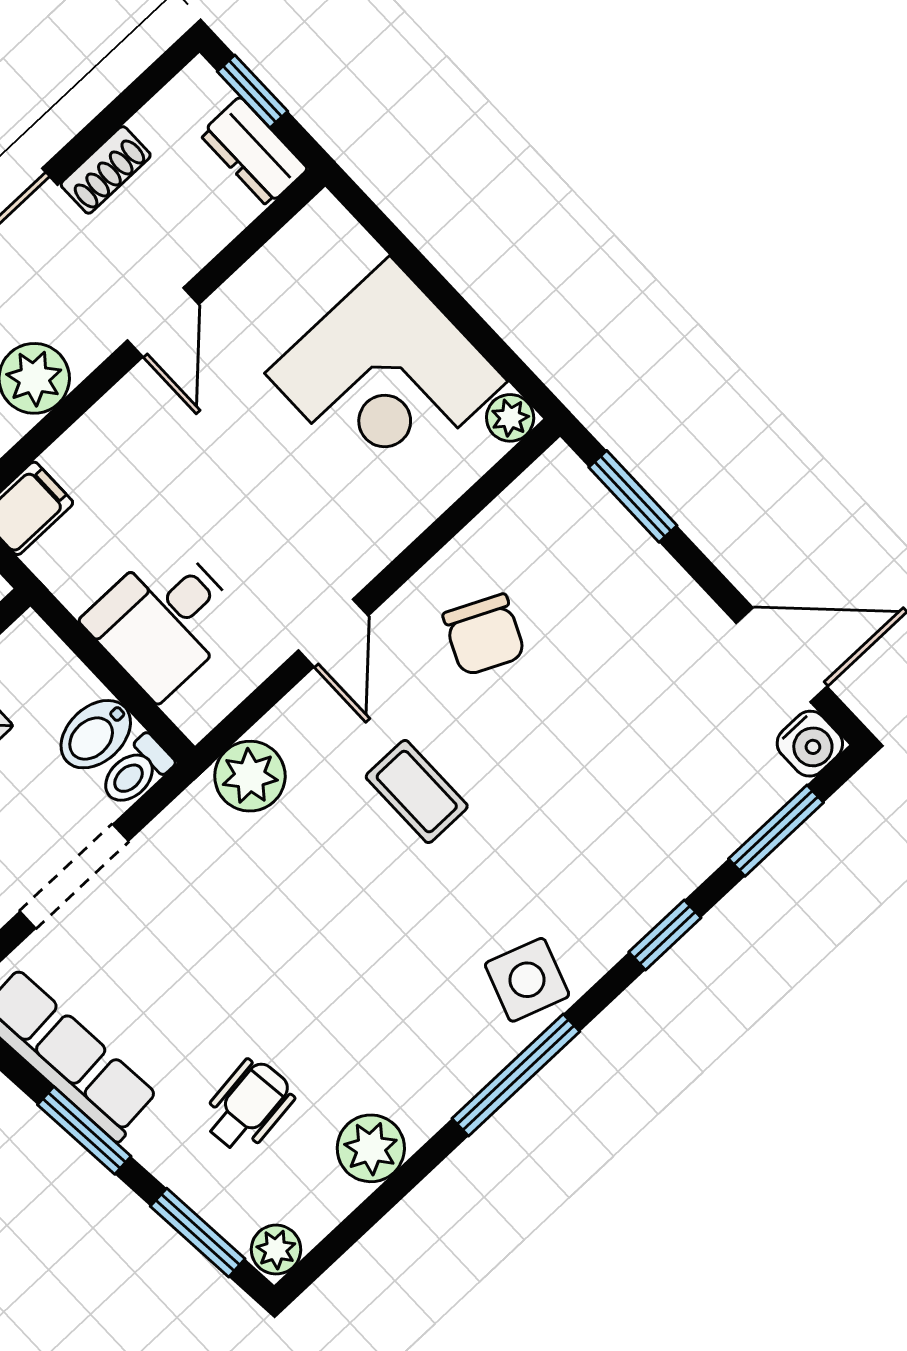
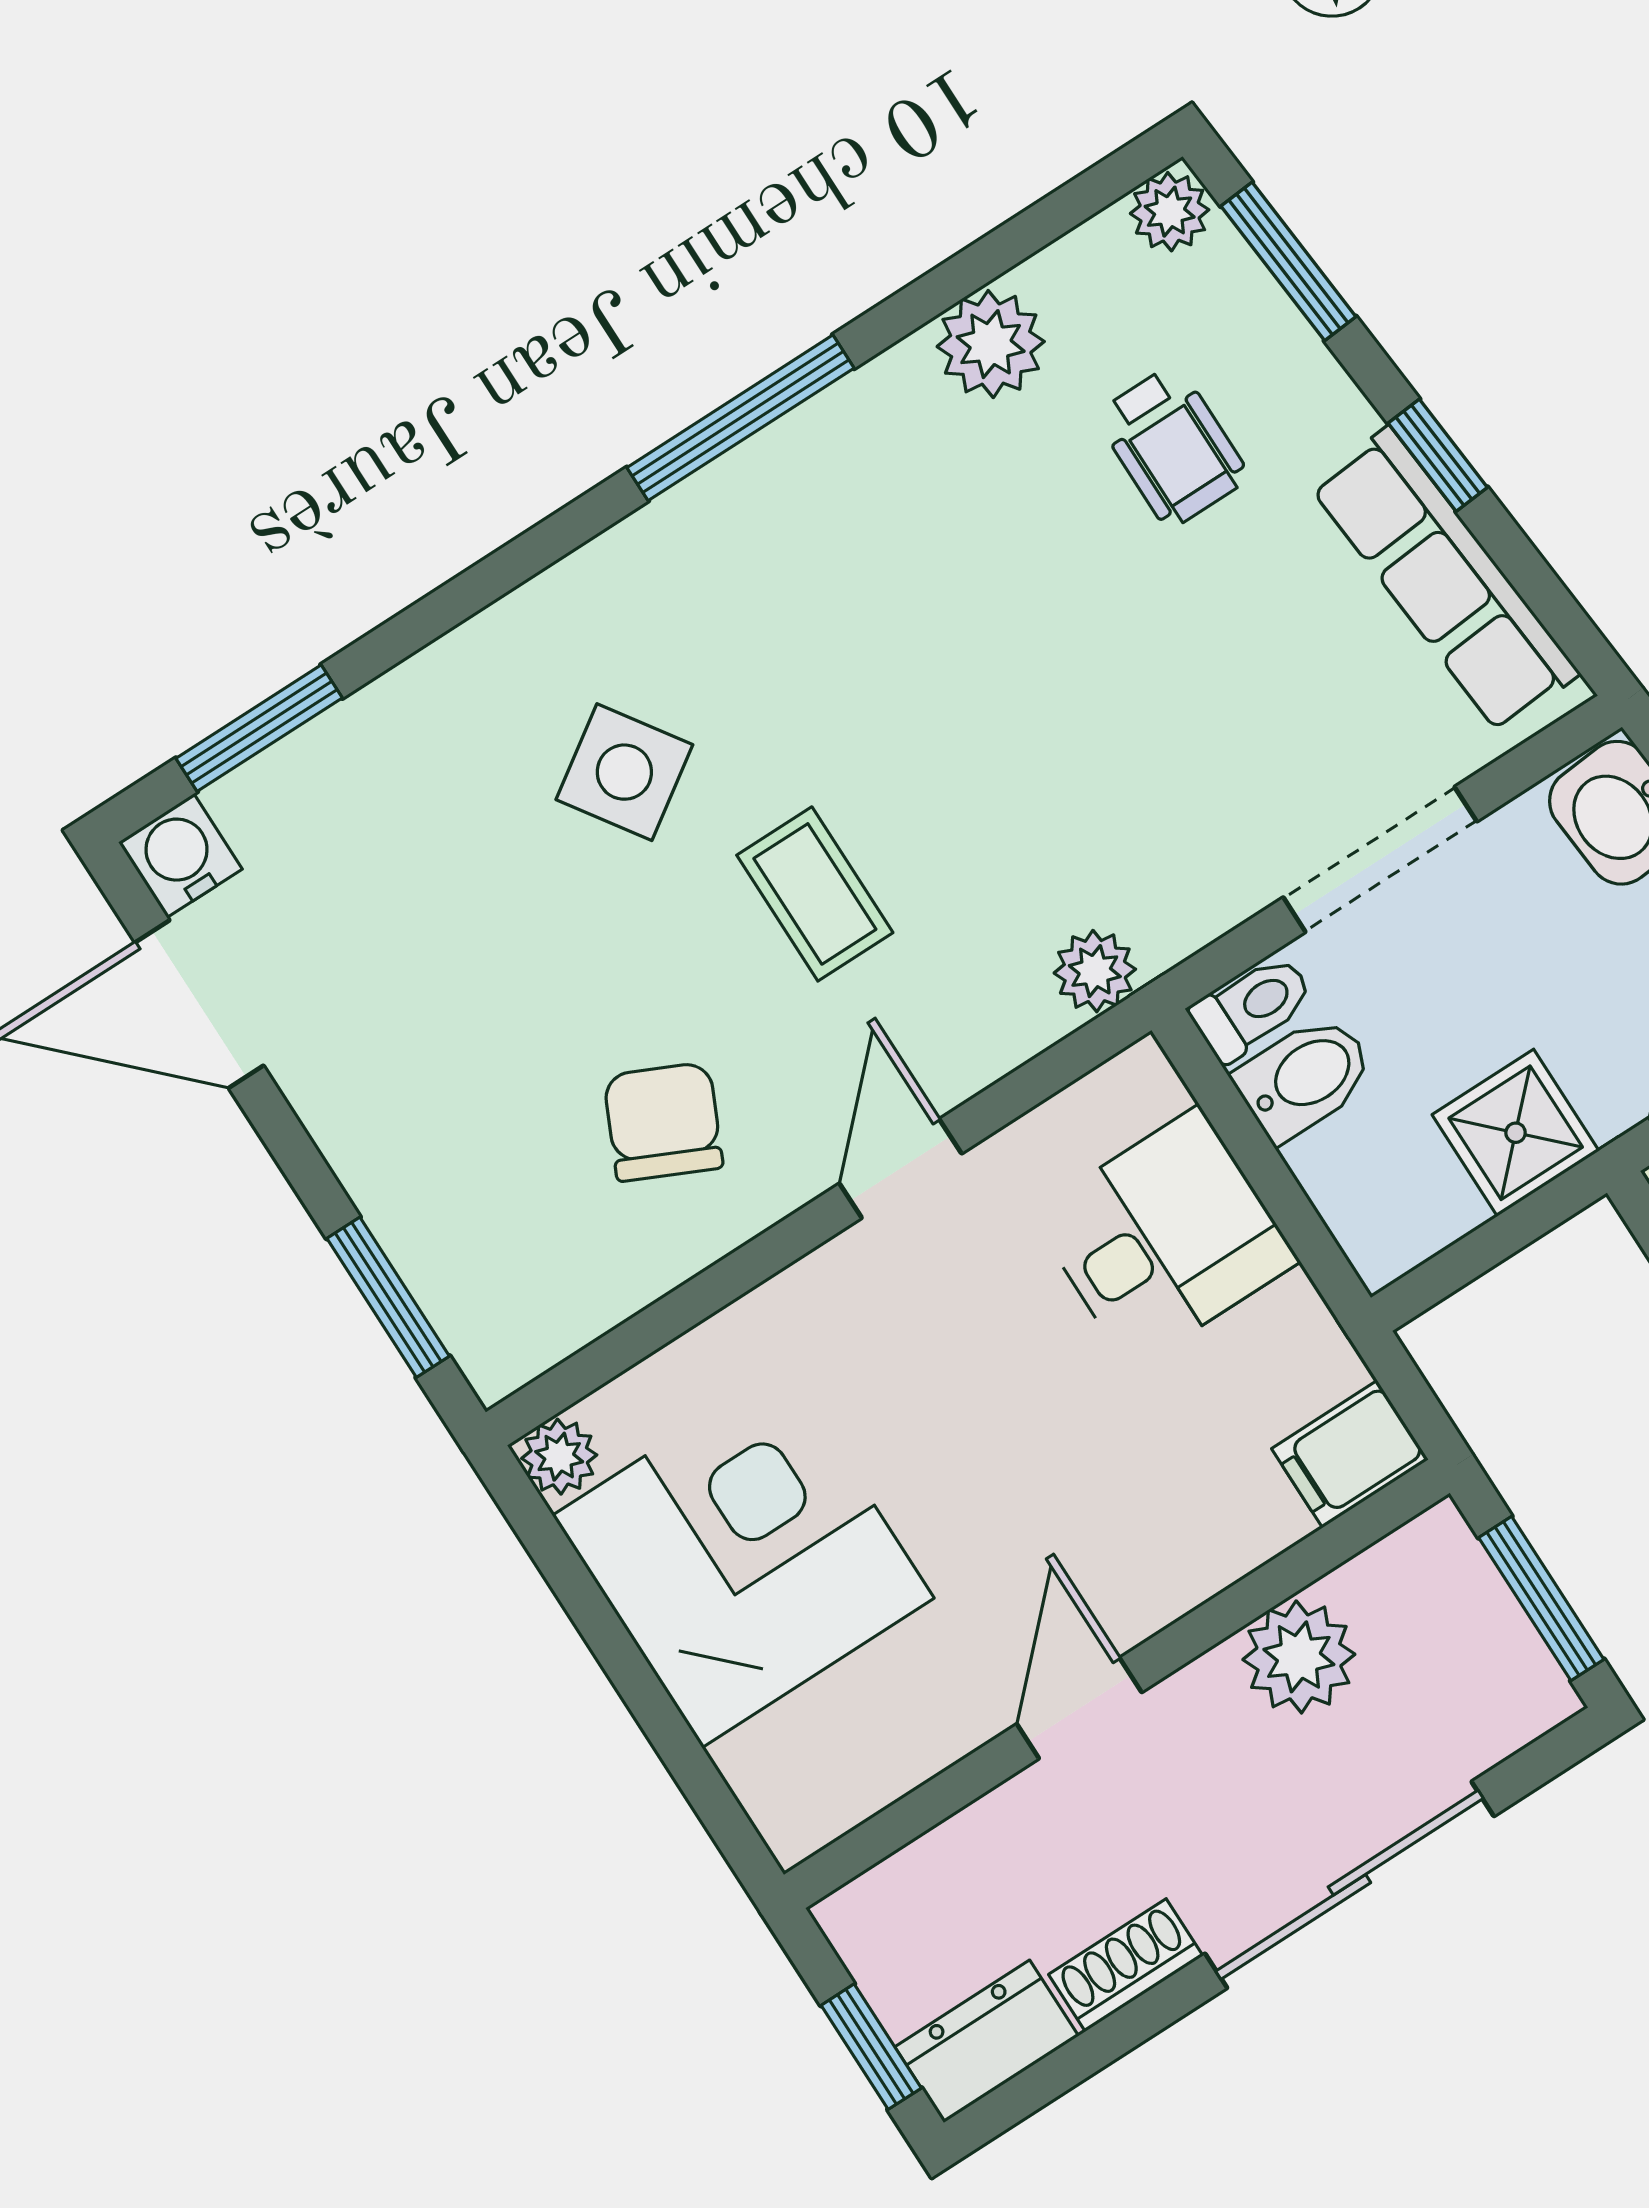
dresser: (254, 152) -> (987, 2041), moved, turned -90
plant: (250, 776) -> (1095, 971), width x0.73, depth x0.73
window: (665, 935) -> (465, 596), removed
side table: (527, 980) -> (624, 772), moved, turned 37
wheelchair: (248, 1106) -> (1172, 446), turned -83
window: (84, 1130) -> (1438, 455), width x0.67

